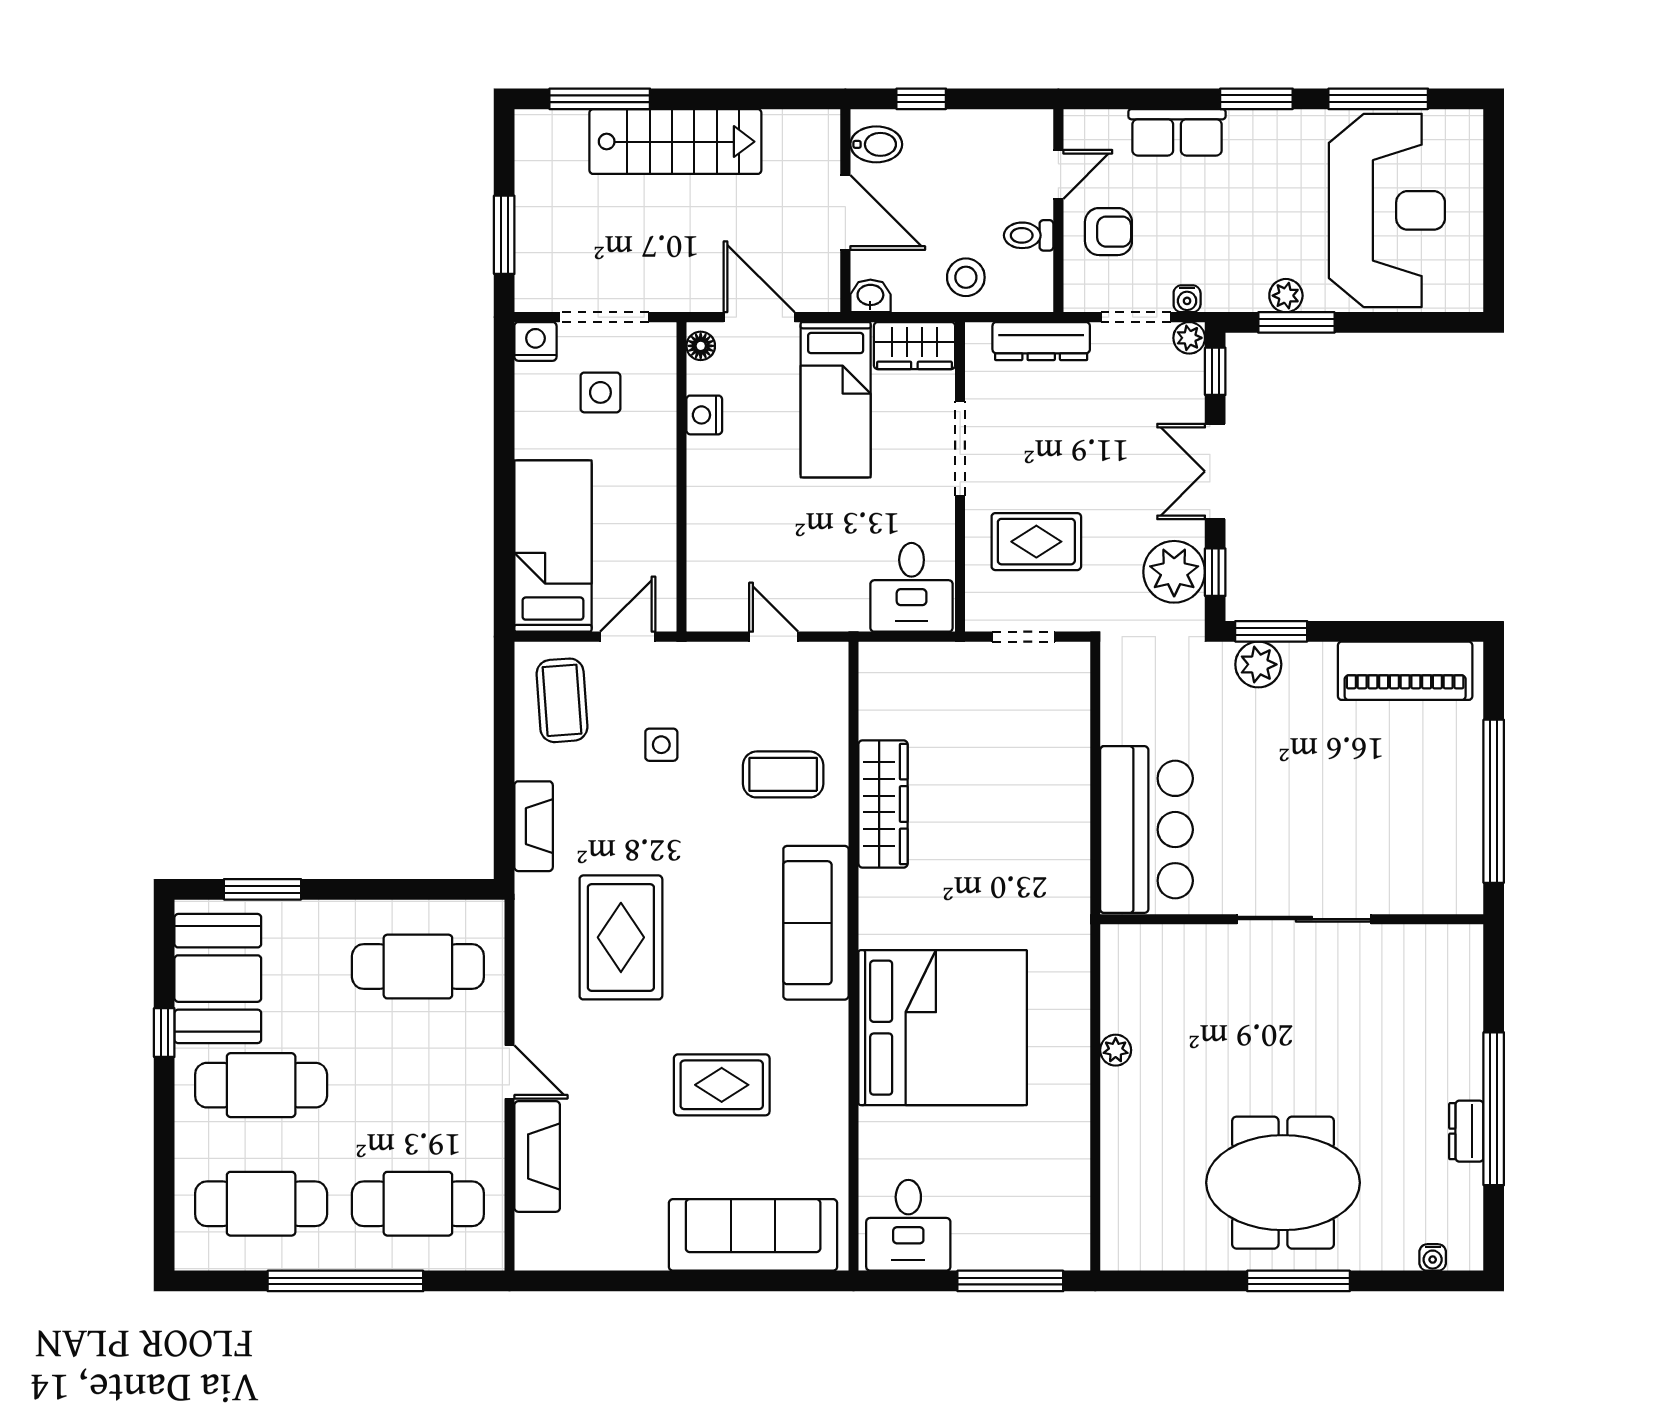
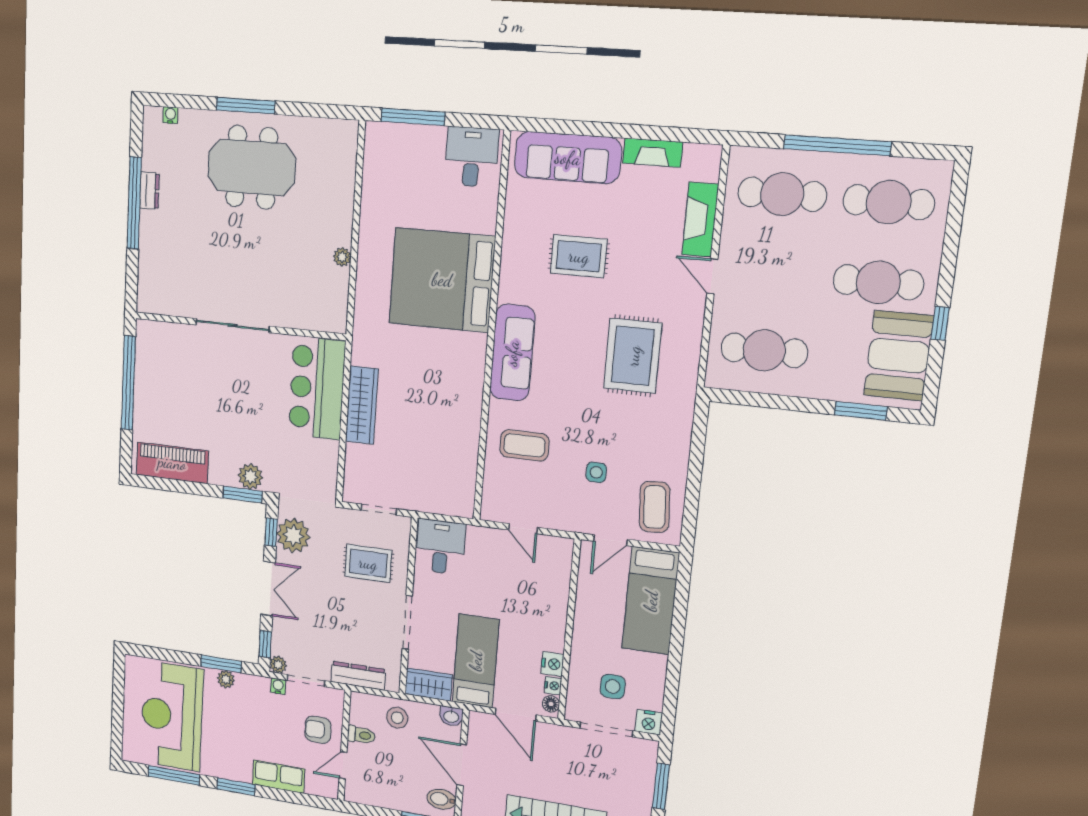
nightstand: (700, 378) -> (553, 686), added
wardrobe: (883, 804) -> (362, 405), moved, turned 180
fireplace: (534, 826) -> (653, 153), moved, turned -90

